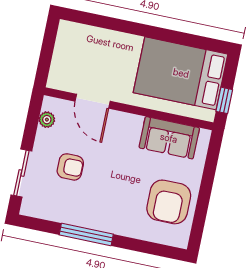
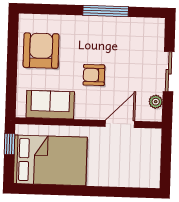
door: (93, 101) -> (120, 124), hinge flipped
armchair: (70, 167) -> (94, 75), moved
sliding door: (21, 173) -> (169, 72), moved

